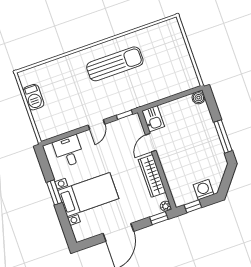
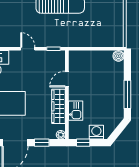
kitchen sink: (153, 119) -> (76, 111), moved
door: (96, 125) -> (28, 49), swing flipped
window: (159, 218) -> (42, 143), moved

